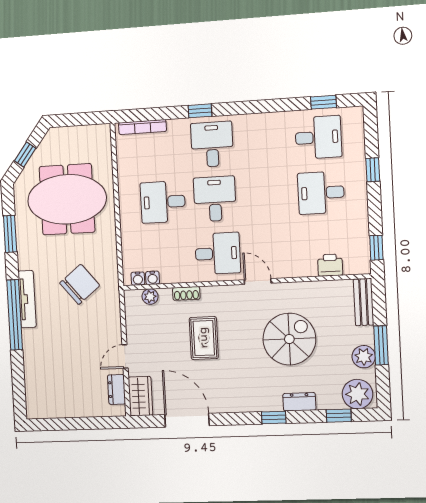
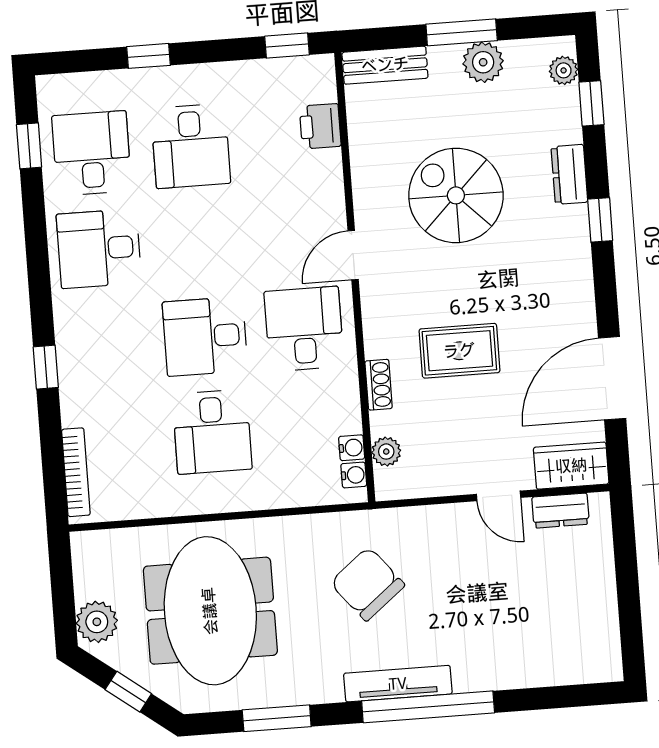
plant: (62, 138) -> (97, 622), added
desk: (212, 144) -> (99, 249), moved
plant: (357, 394) -> (564, 70), width x0.53, depth x0.53

